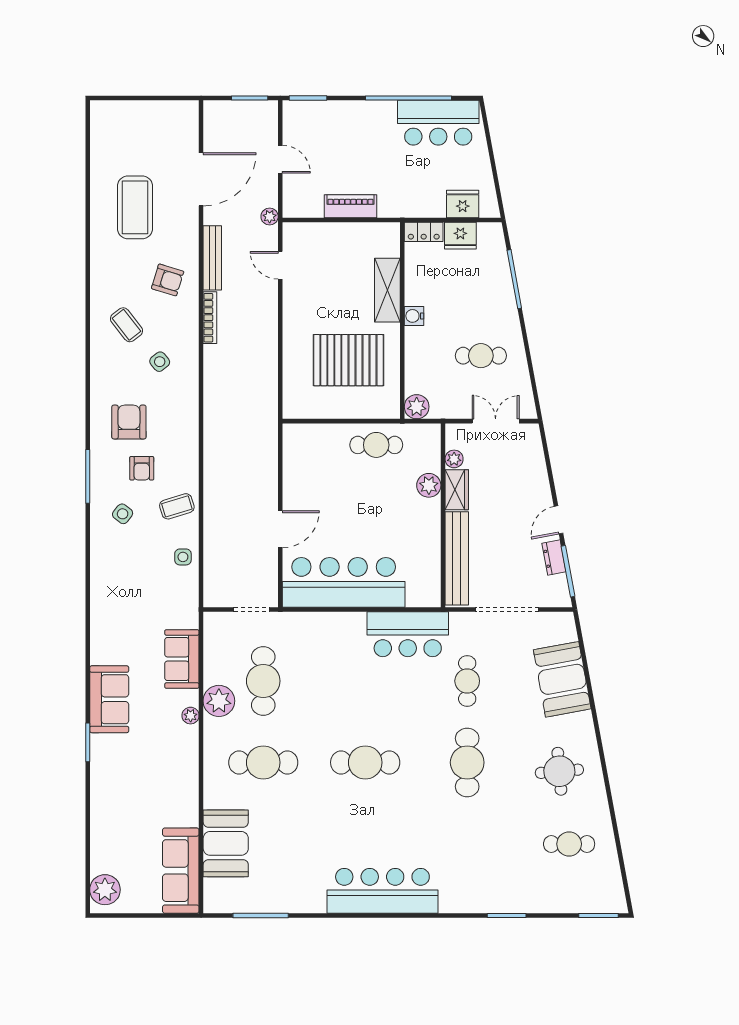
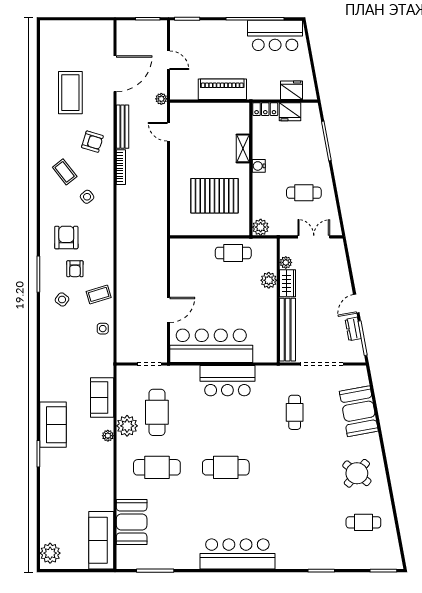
piano: (350, 206) -> (222, 89), width x1.37, depth x1.33
shelving: (387, 290) -> (243, 148), width x0.67, depth x0.75
bar counter: (408, 634) -> (227, 381), moved
cafe table: (467, 762) -> (295, 467), removed
round table: (559, 771) -> (357, 473), turned 45

